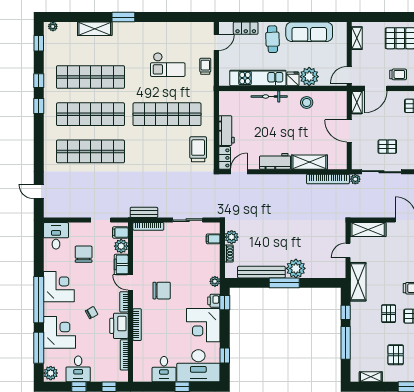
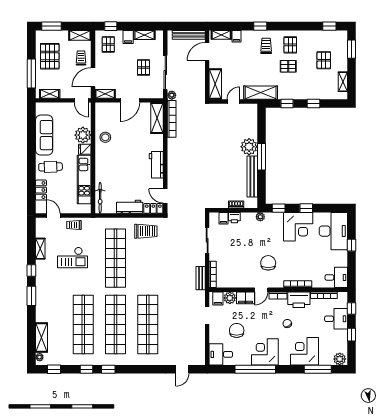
window: (153, 17) -> (31, 271), added
window: (380, 17) -> (31, 73), added
shelving: (178, 27) -> (40, 249), added
shelving: (95, 29) -> (41, 337), moved
checkout: (168, 65) -> (72, 258), turned 90
door: (376, 88) -> (93, 77), swing flipped
bicycle: (269, 96) -> (100, 198), moved
trolley: (198, 149) -> (146, 231), turned 180
shelving: (309, 162) -> (157, 118), moved
plant: (232, 237) -> (222, 202), removed
door: (348, 250) -> (233, 101), swing flipped
chair: (84, 254) -> (237, 330), turned 90
window: (39, 300) -> (255, 369), moved
printer: (214, 301) -> (234, 218), moved
window: (346, 343) -> (314, 104), width x0.46
pallet: (396, 355) -> (324, 60), turned 90
window: (225, 356) -> (306, 208), moved
desk: (78, 369) -> (336, 319), moved
desk: (164, 369) -> (336, 277), moved

